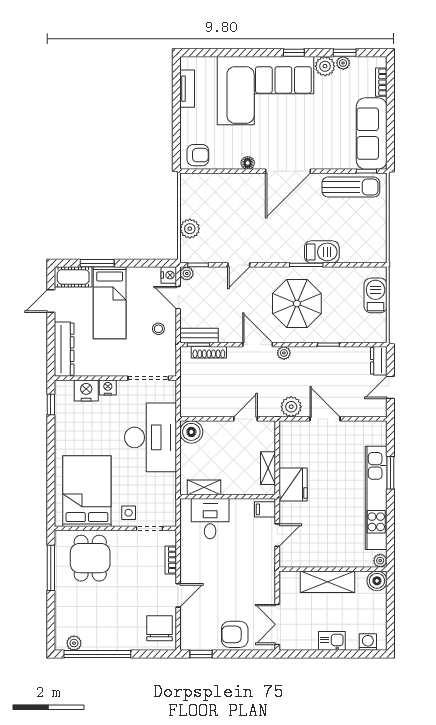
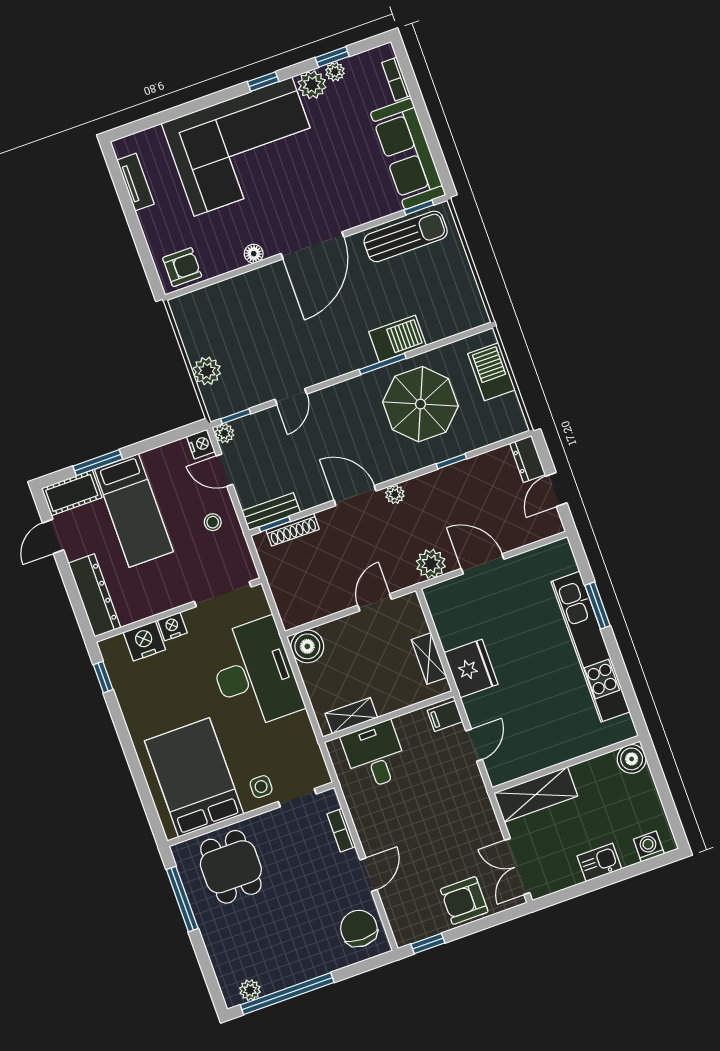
parasol: (297, 304) -> (420, 404), moved
plant: (380, 561) -> (626, 730), removed
shelving: (327, 582) -> (536, 794), moved

